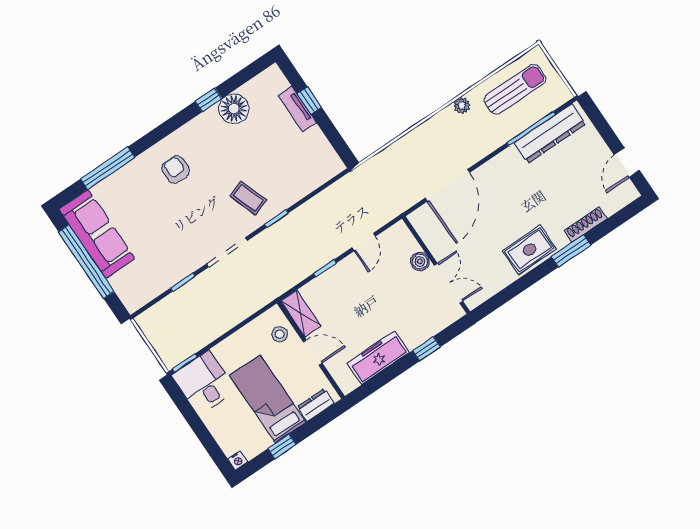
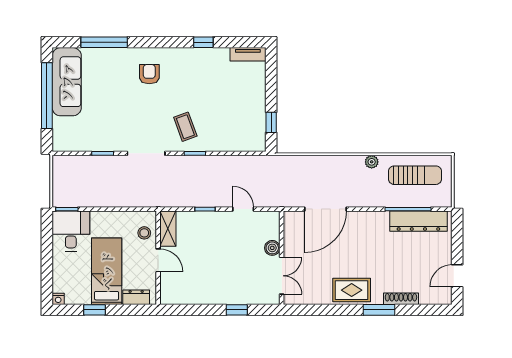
window: (309, 101) -> (271, 122), moved
floor lamp: (234, 109) -> (216, 60), removed
tv unit: (297, 109) -> (248, 54), moved, turned -90
door: (364, 242) -> (243, 209), swing flipped
freezer: (378, 358) -> (200, 294), removed

